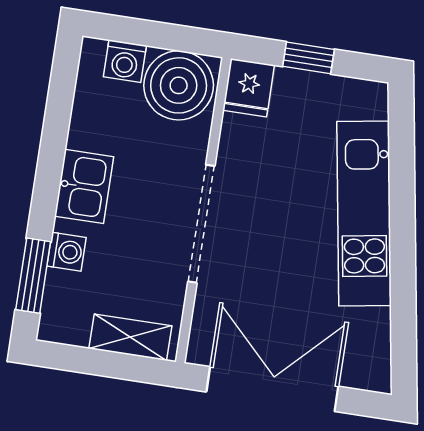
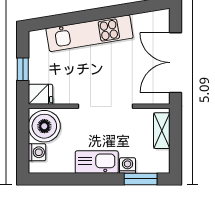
kitchen sink: (84, 186) -> (97, 162), width x1.38

